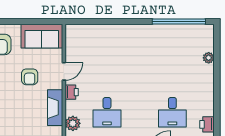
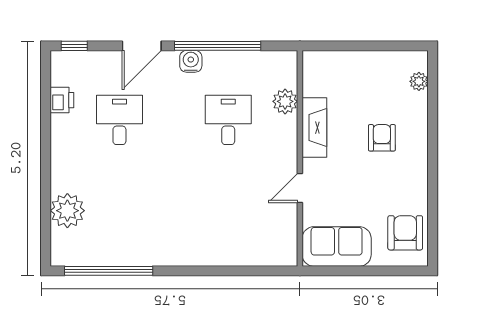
plant: (209, 58) -> (67, 211), width x1.87, depth x1.87
armchair: (30, 77) -> (382, 138), moved
printer: (72, 92) -> (287, 153), removed

